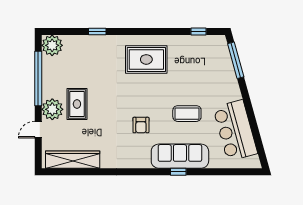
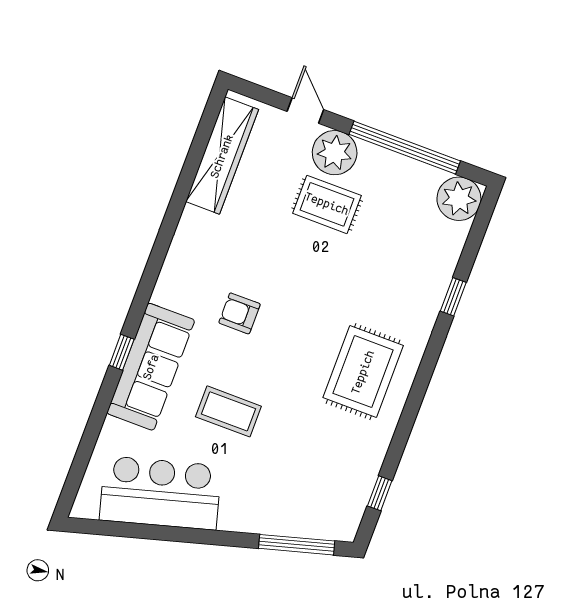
coffee table: (187, 114) -> (228, 411), turned 90

